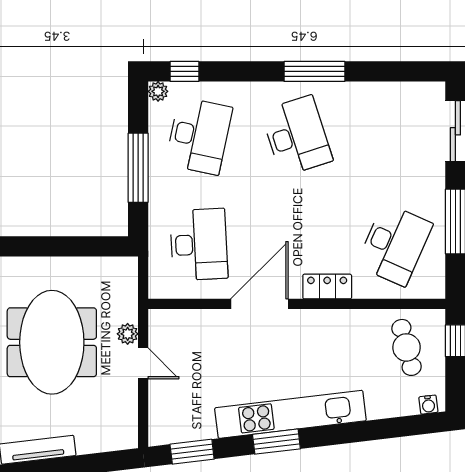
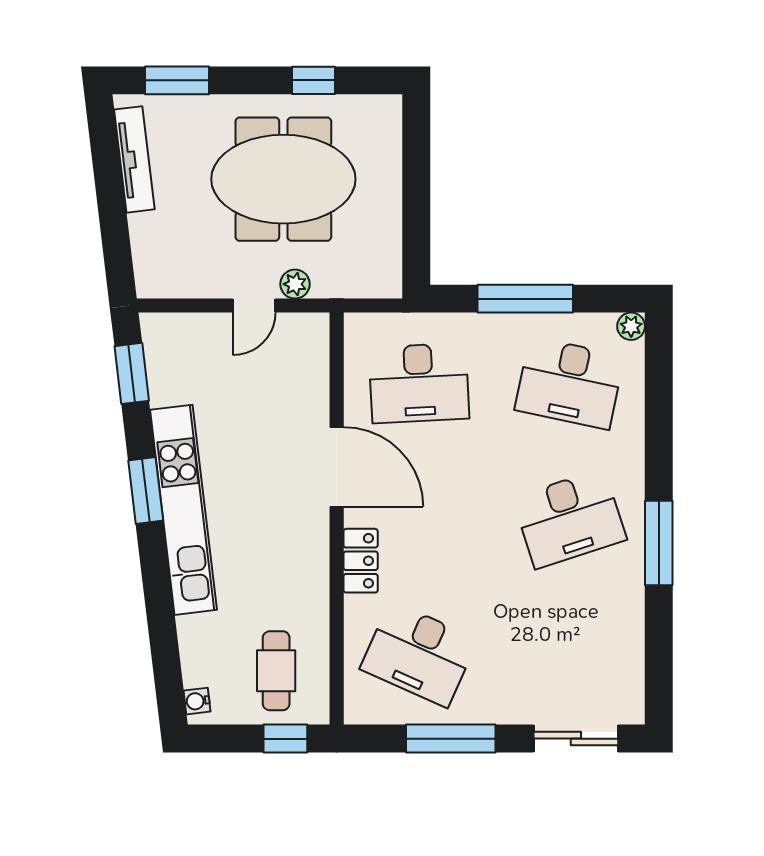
window: (185, 71) -> (659, 363), removed
cafe table: (407, 347) -> (276, 671), turned -75

